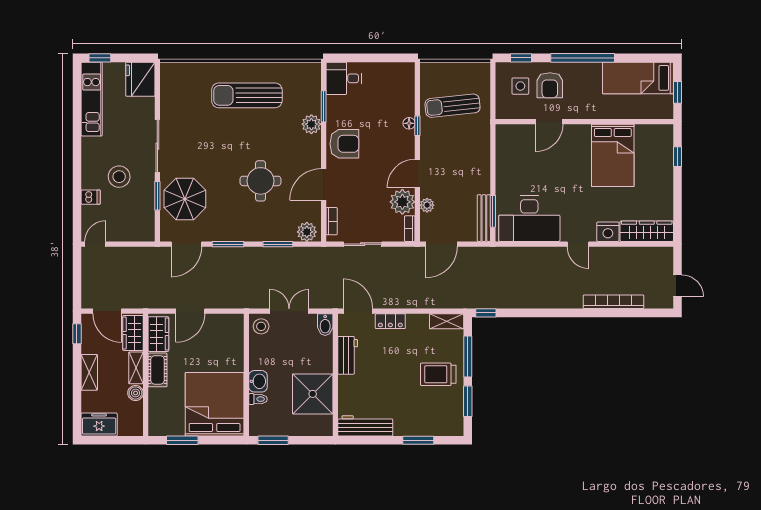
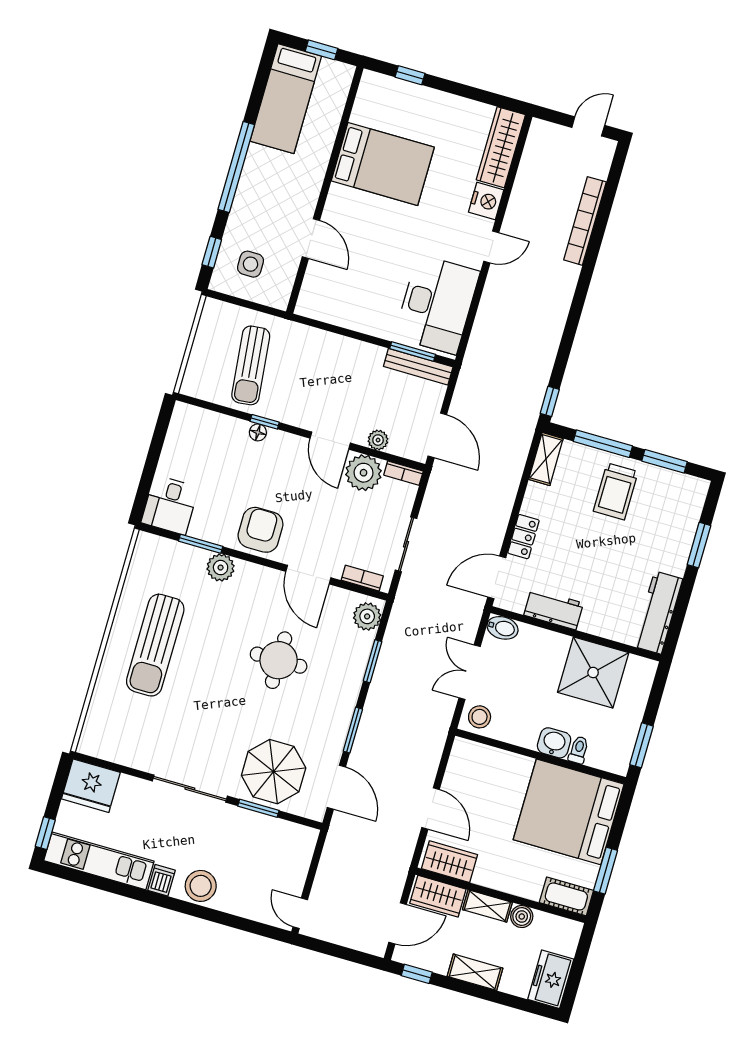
armchair: (550, 85) -> (261, 223), removed
stool: (119, 177) -> (201, 886), moved
dishwasher: (91, 197) -> (162, 880), moved
cot: (158, 370) -> (566, 896), moved

